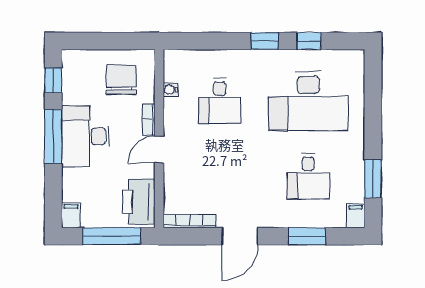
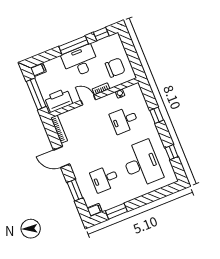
window: (265, 41) -> (157, 115), moved
desk: (308, 101) -> (142, 164), turned 180

